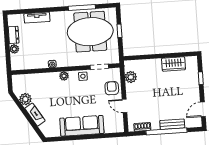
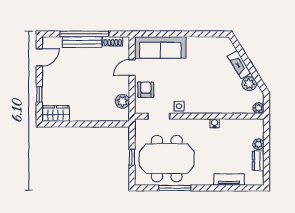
wardrobe: (173, 64) -> (56, 113), moved
plant: (64, 76) -> (258, 108), moved
armchair: (112, 88) -> (146, 90), turned 180
door: (125, 106) -> (132, 68), swing flipped
bench: (172, 124) -> (82, 42), width x1.36
sofa: (82, 126) -> (160, 47), moved

